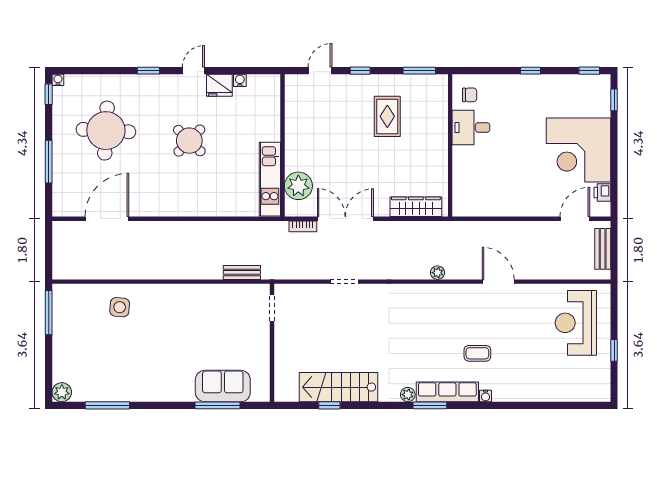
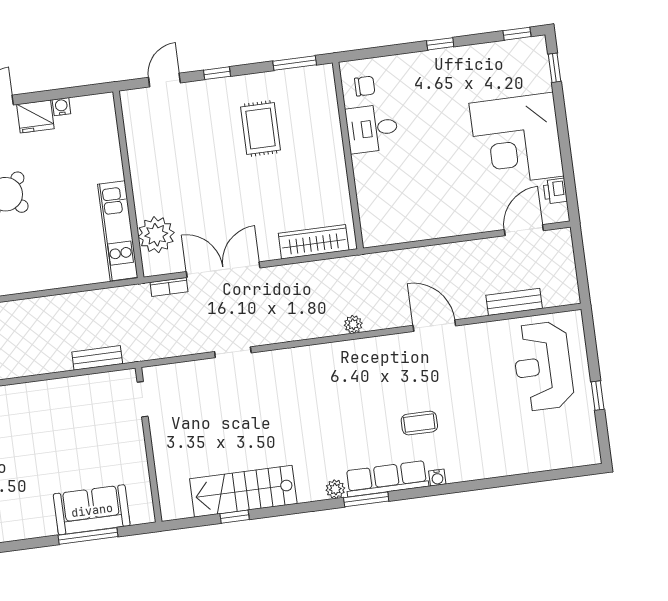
bench: (603, 249) -> (514, 302), moved, turned 90

